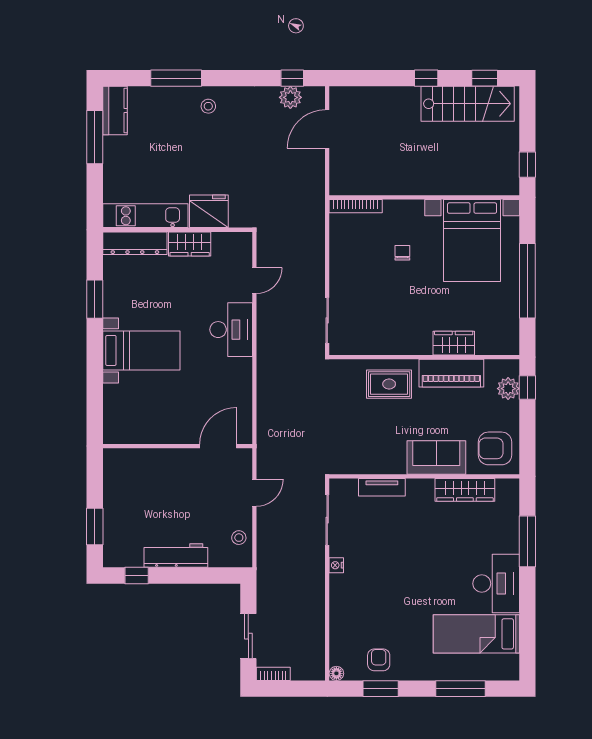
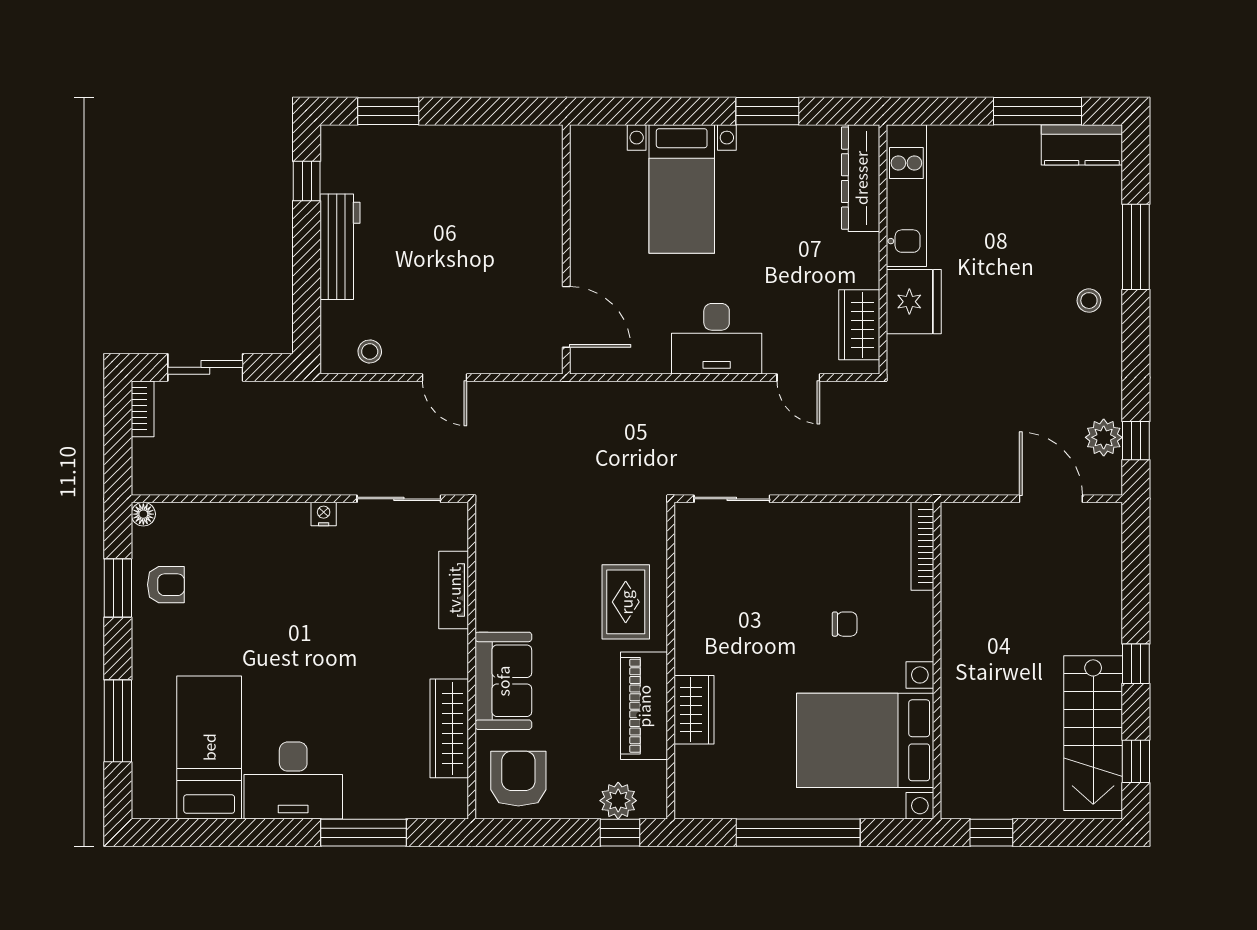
wardrobe: (190, 244) -> (859, 325), moved
wall: (178, 446) -> (566, 249), moved
door: (218, 446) -> (566, 317), moved

